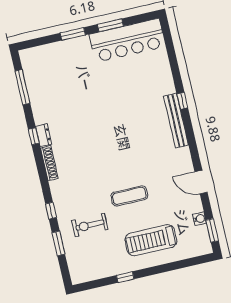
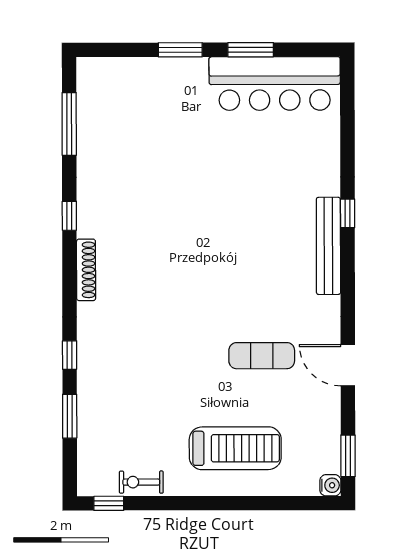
dresser: (44, 135) -> (87, 218), removed
exercise mat: (129, 196) -> (262, 356), moved
water cooler: (200, 219) -> (330, 485), moved
exercise bike: (90, 225) -> (141, 482), moved, width x0.73, depth x0.72
treadmill: (151, 240) -> (235, 448), turned 180
window: (125, 277) -> (109, 503), moved

